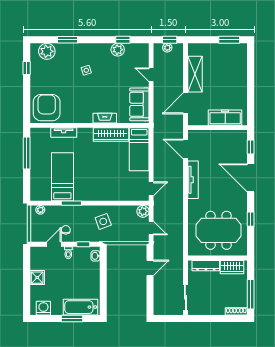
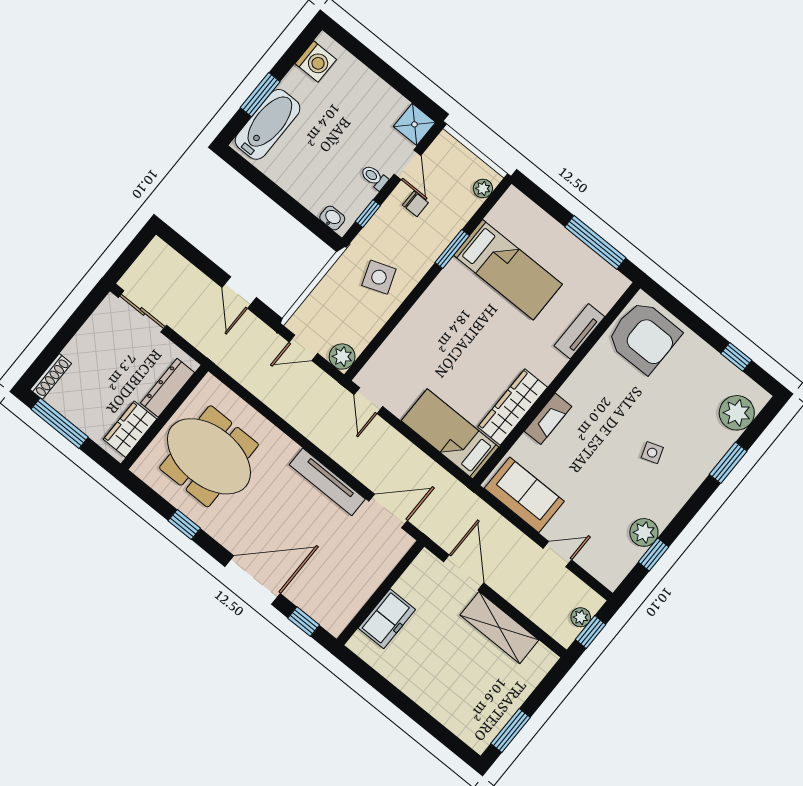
freezer: (225, 118) -> (387, 619), width x0.71
meeting table: (219, 230) -> (209, 456), turned 90
shower: (37, 278) -> (414, 124), moved

